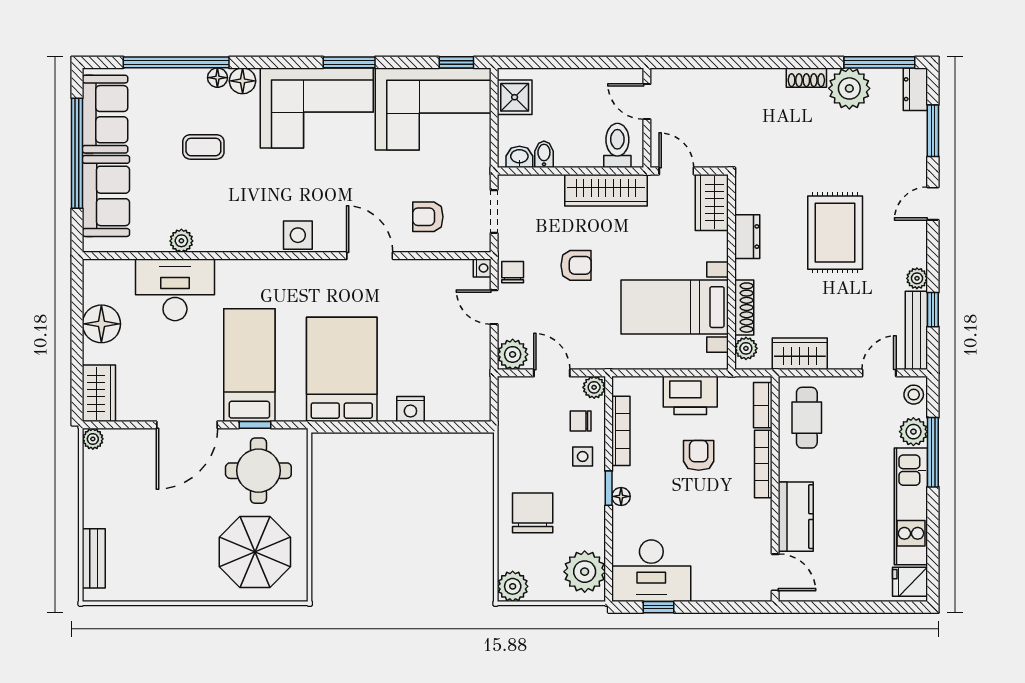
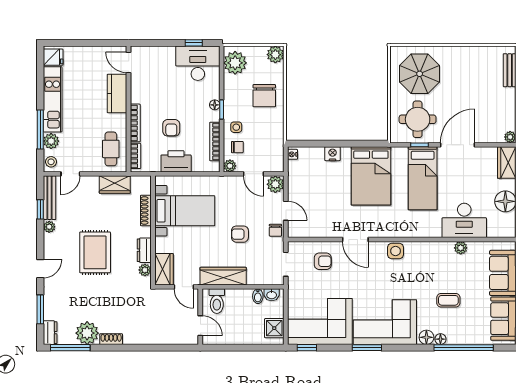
nightstand: (482, 268) -> (292, 154), moved
plant: (746, 348) -> (145, 270), moved

